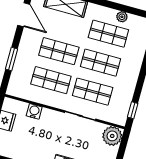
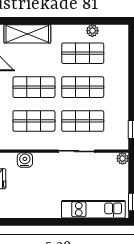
plant: (112, 136) -> (122, 158), width x0.53, depth x0.53

